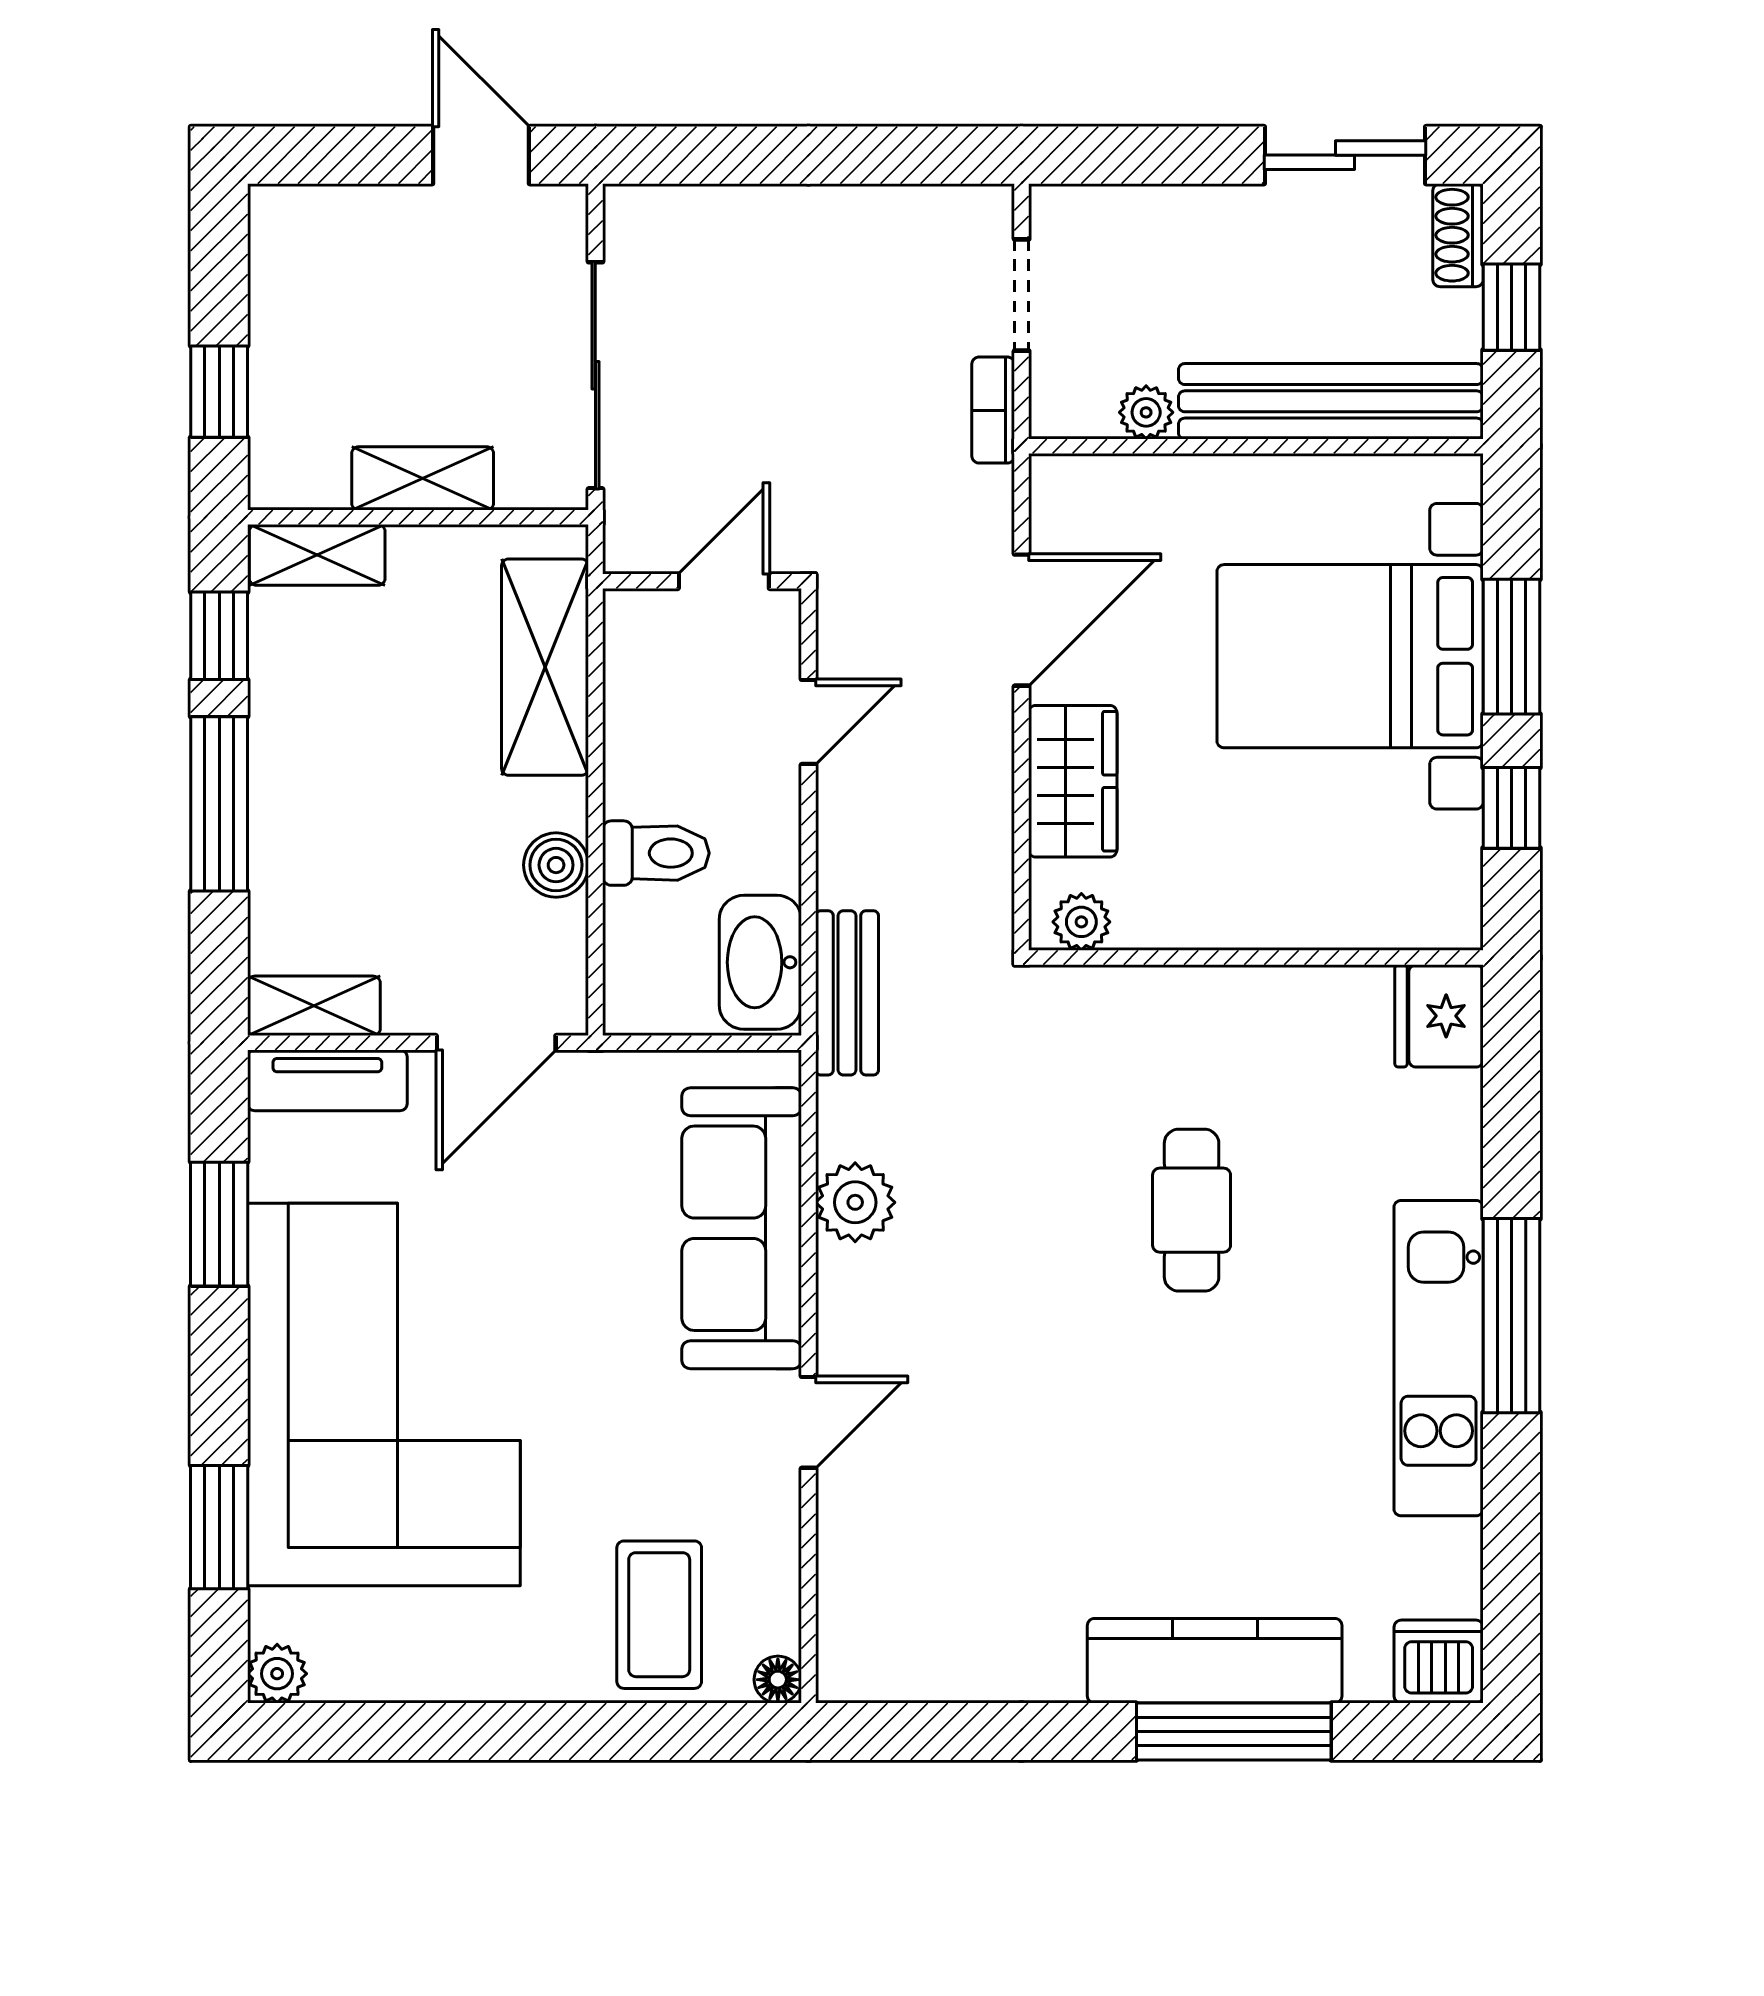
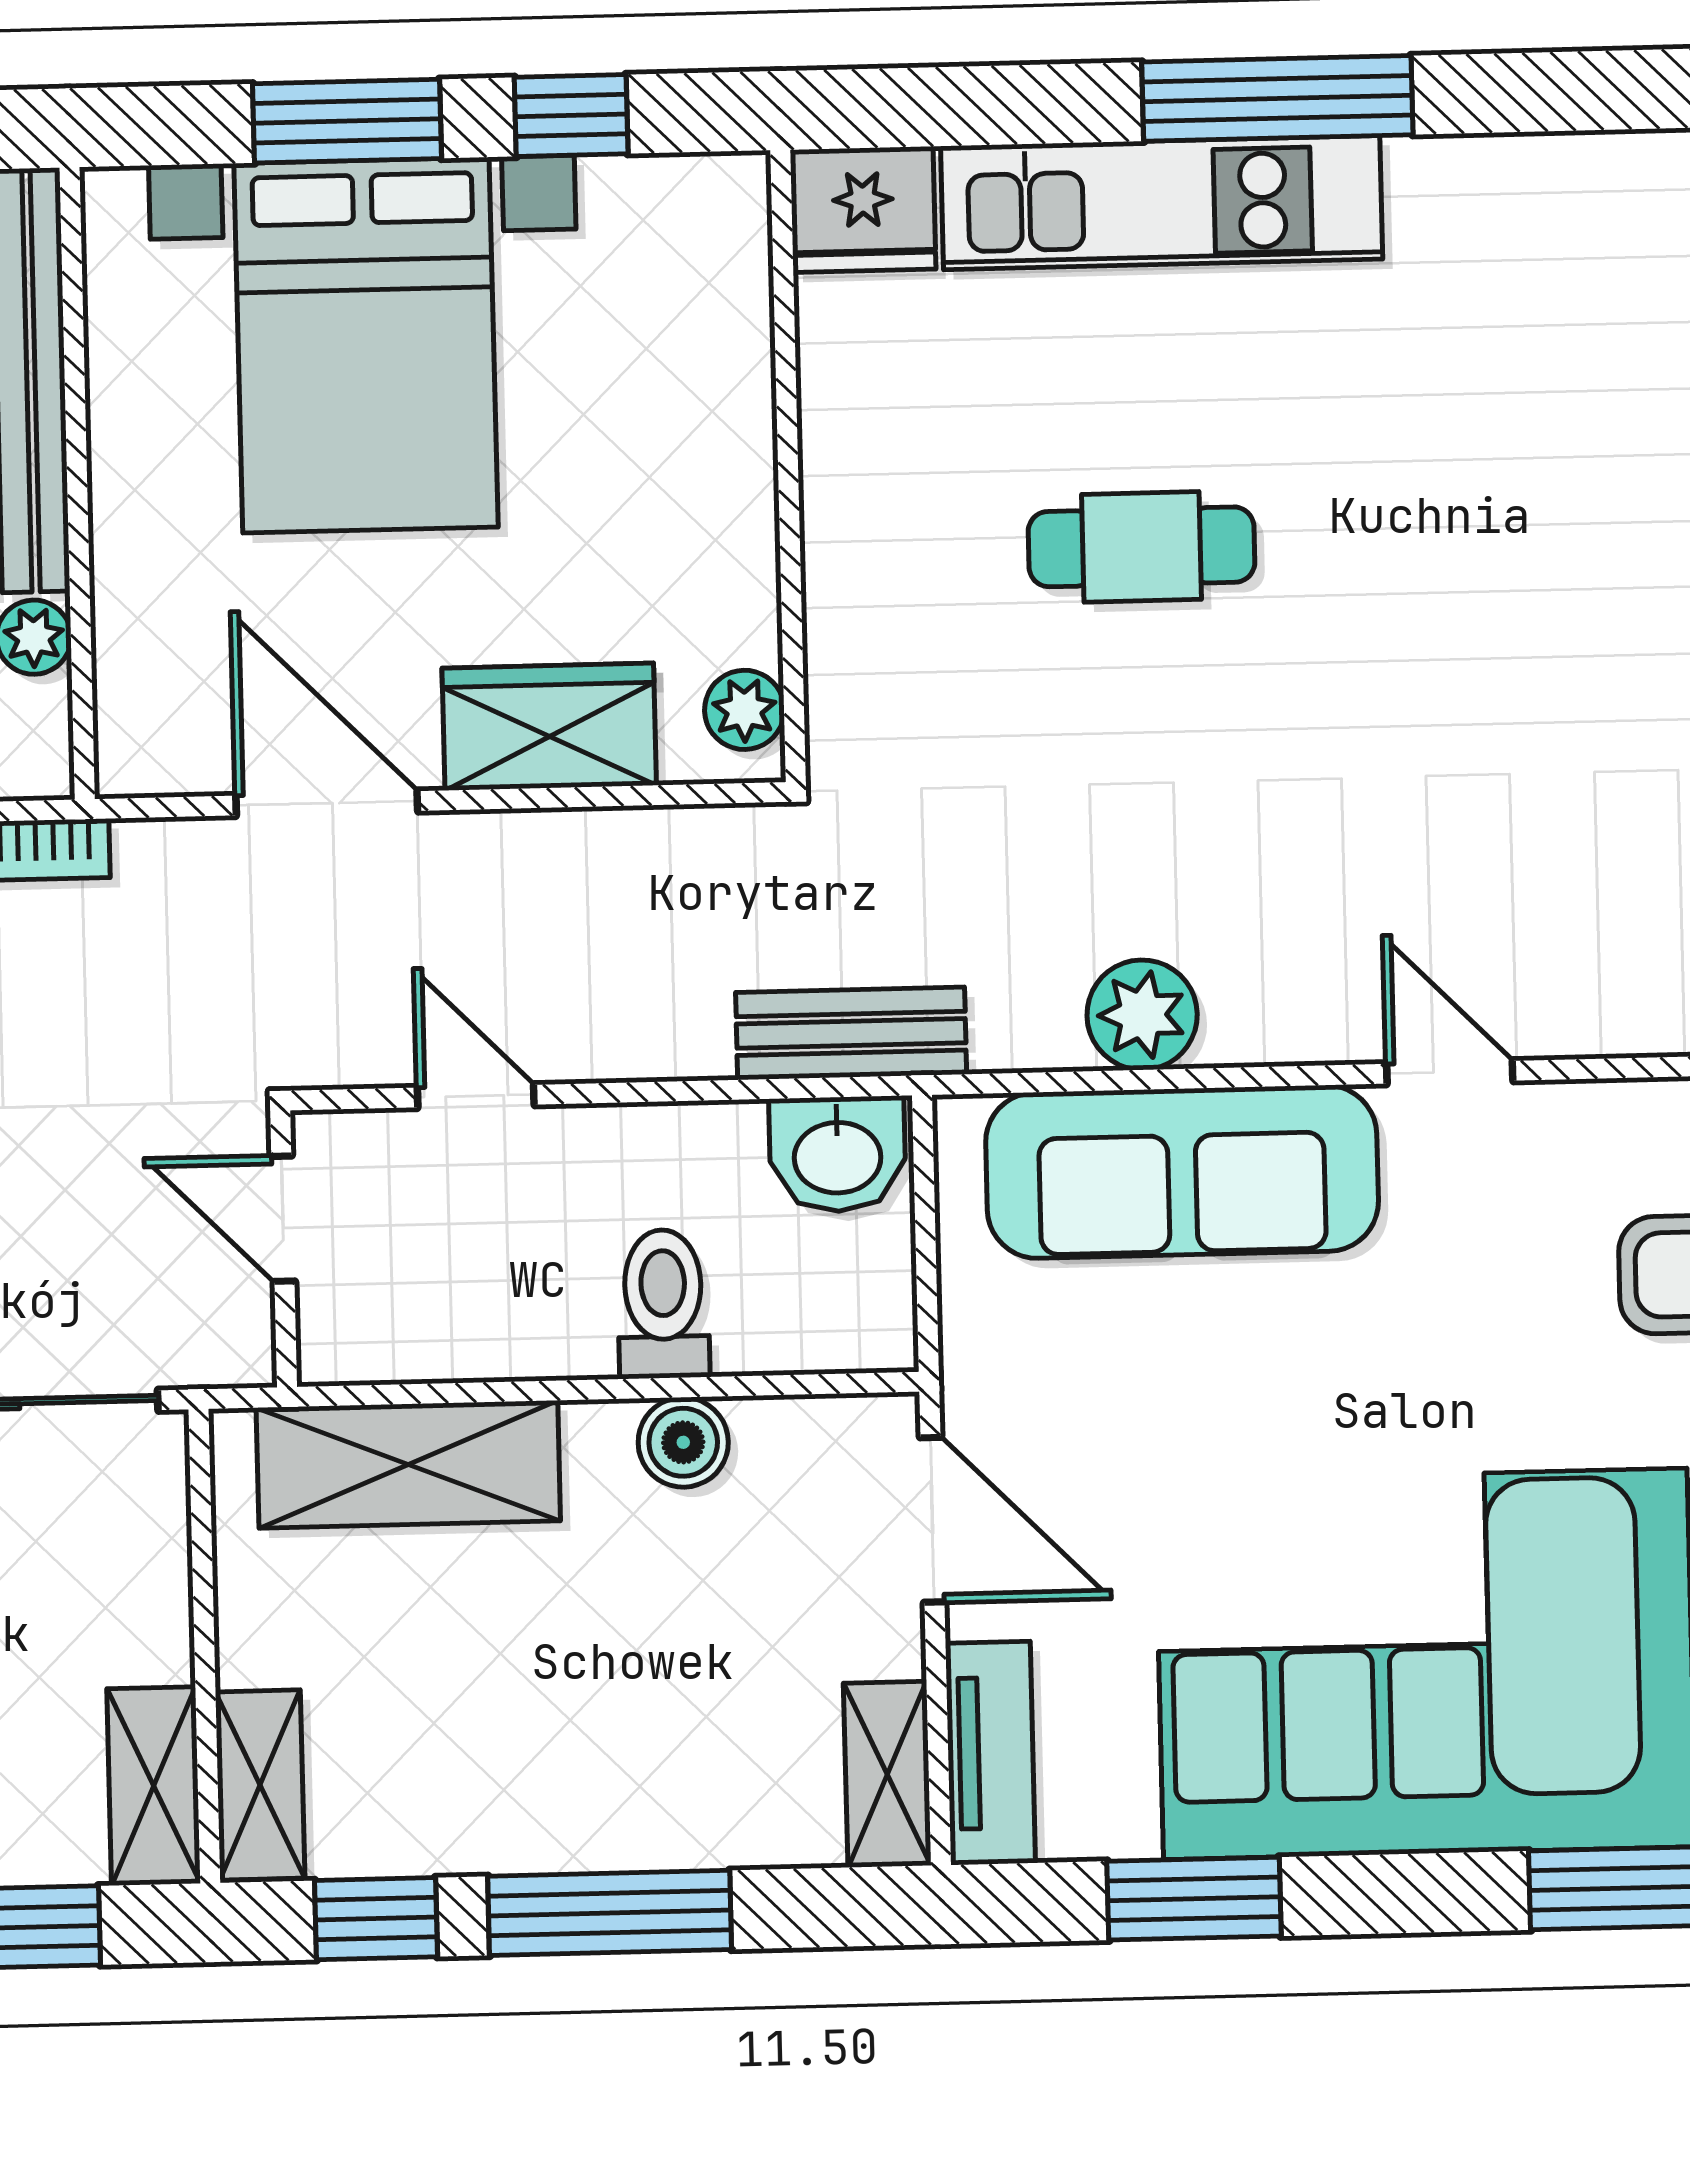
shelving: (423, 478) -> (154, 1786), moved
washbasin: (760, 962) -> (837, 1154), width x0.72
kitchen unit: (1439, 1358) -> (1162, 203), moved

